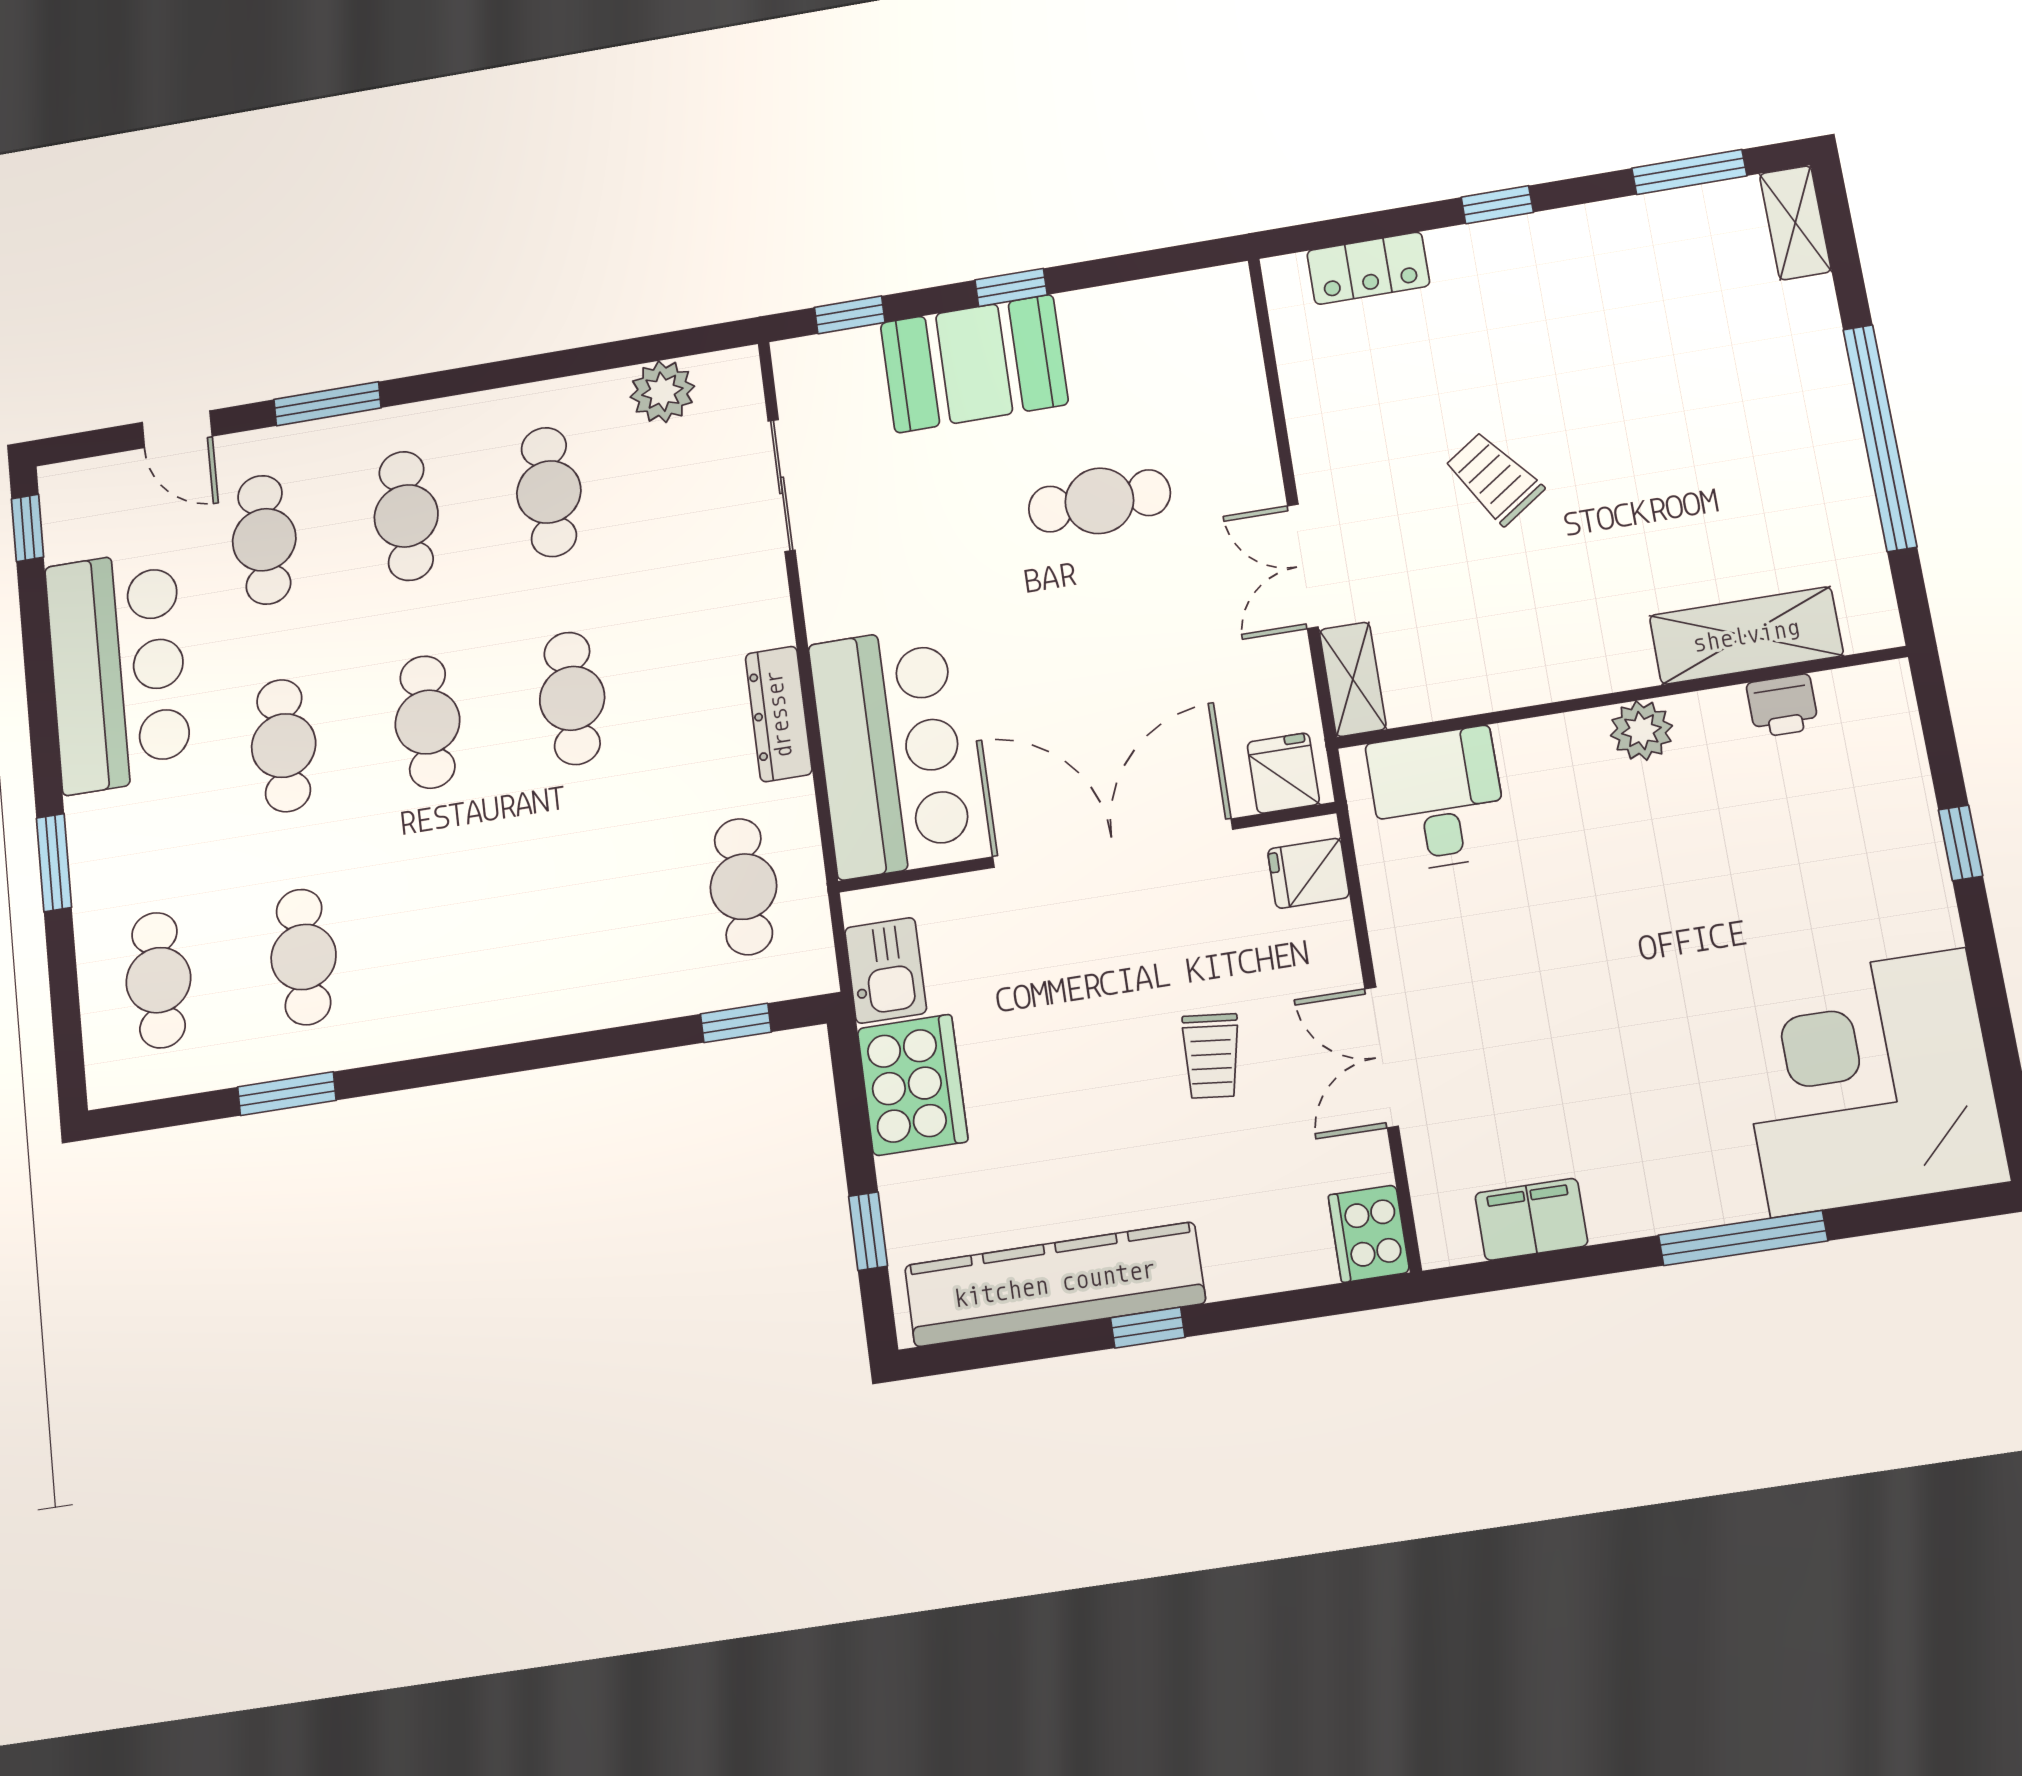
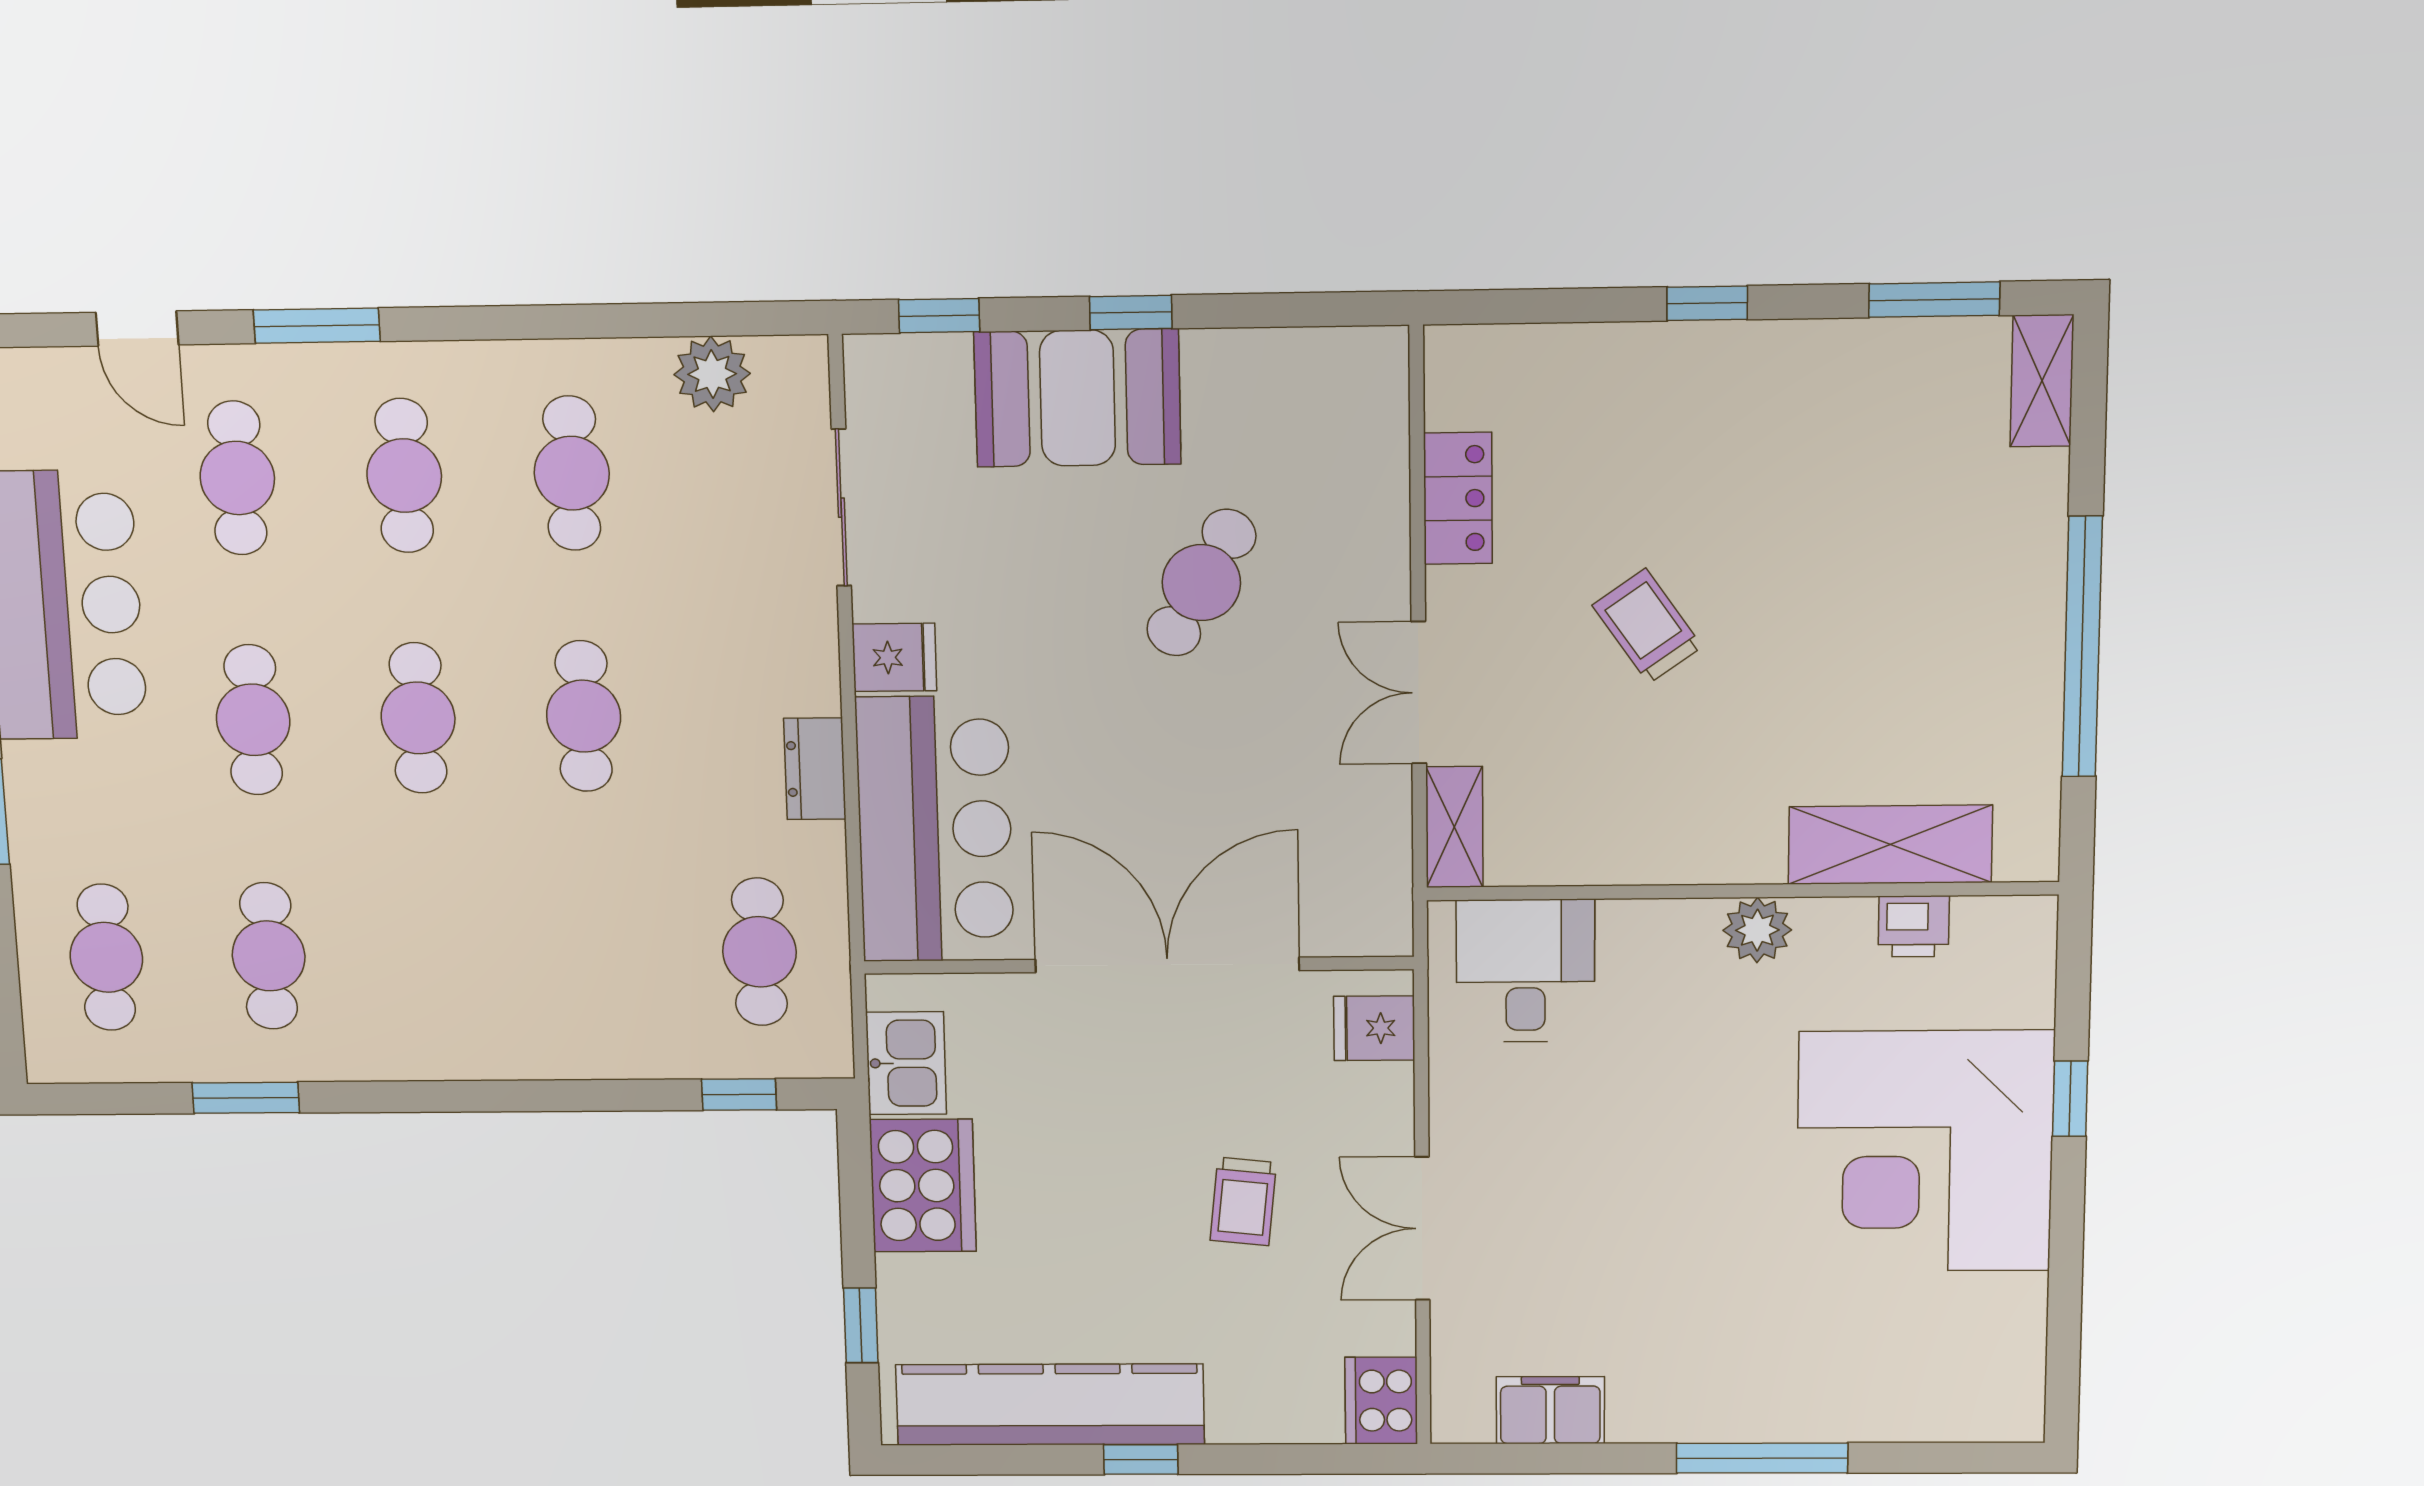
locker: (1368, 268) -> (1458, 498), moved, turned -90
cafe table: (1099, 501) -> (1201, 583), turned -60
dresser: (779, 714) -> (815, 769), width x0.70
fridge: (1283, 773) -> (894, 657), moved, turned 90
corner desk: (1869, 1082) -> (1925, 1151), moved, turned -90

